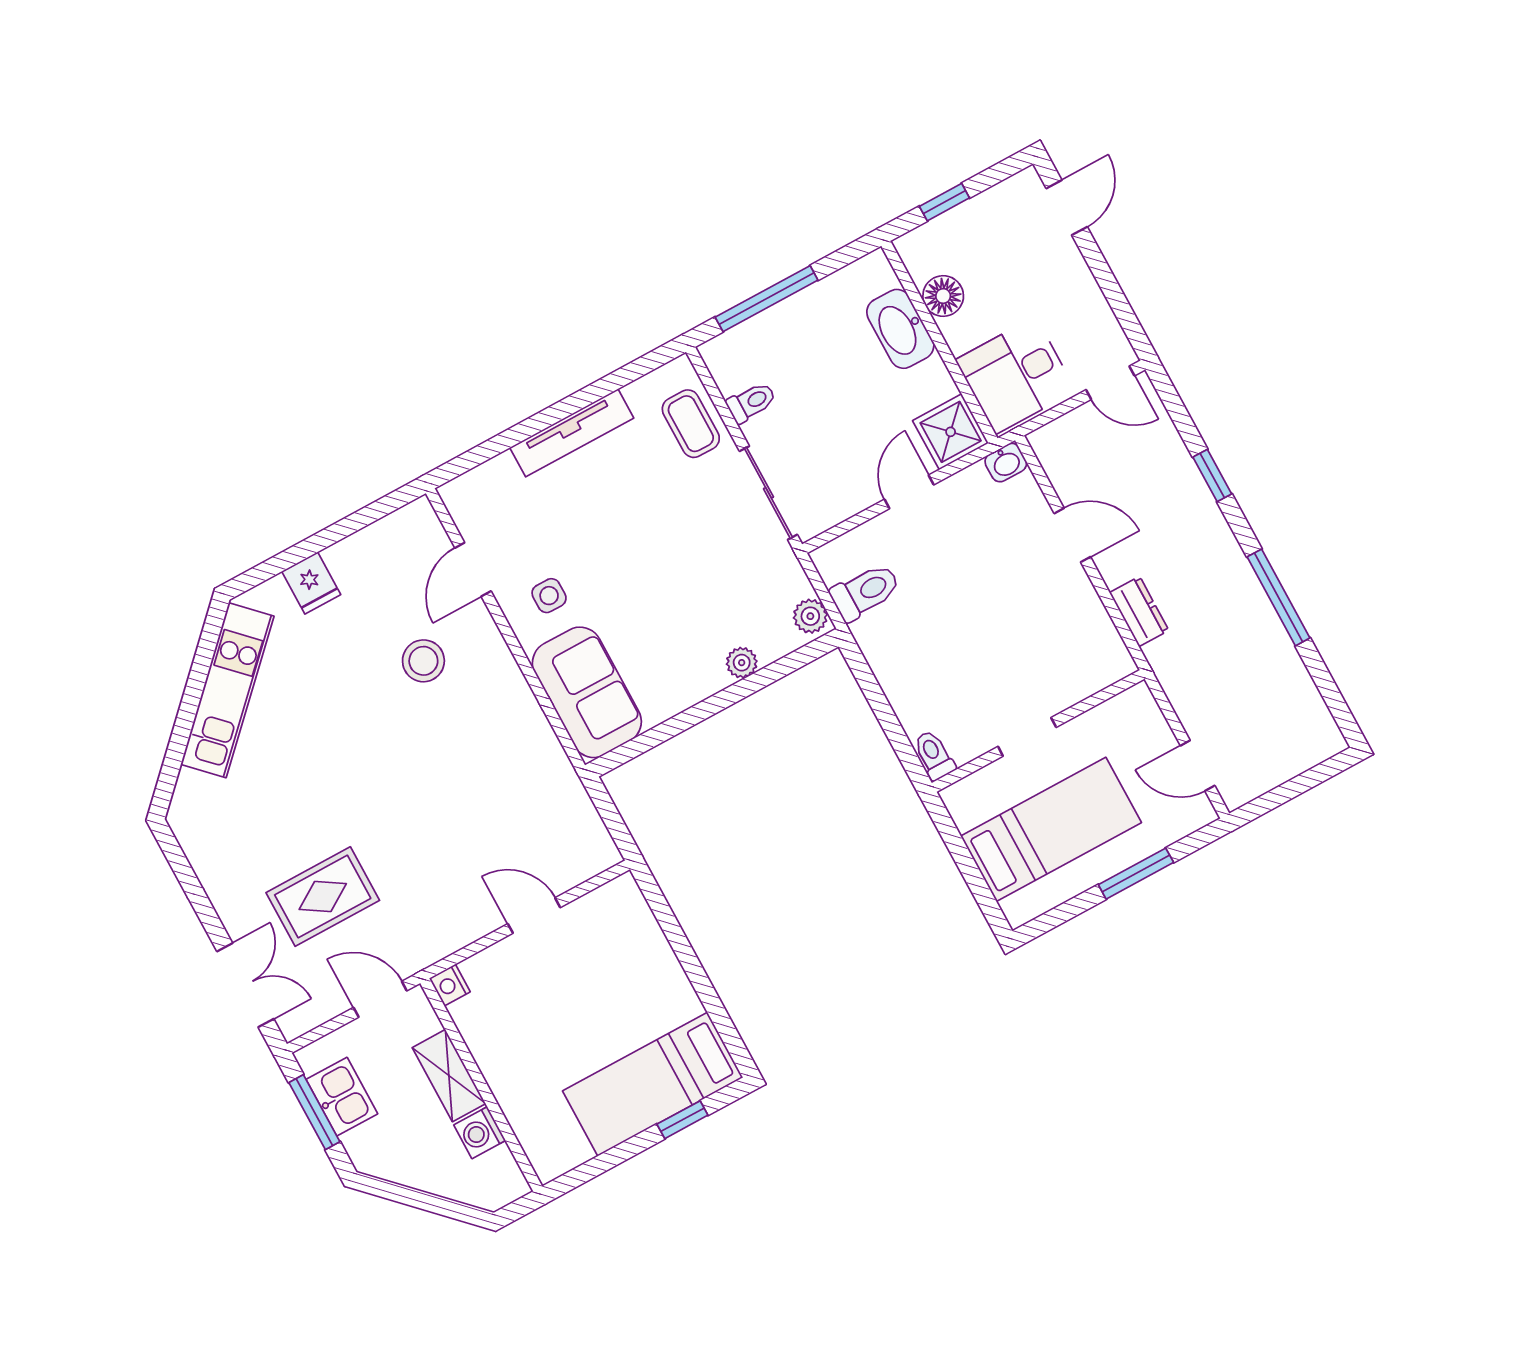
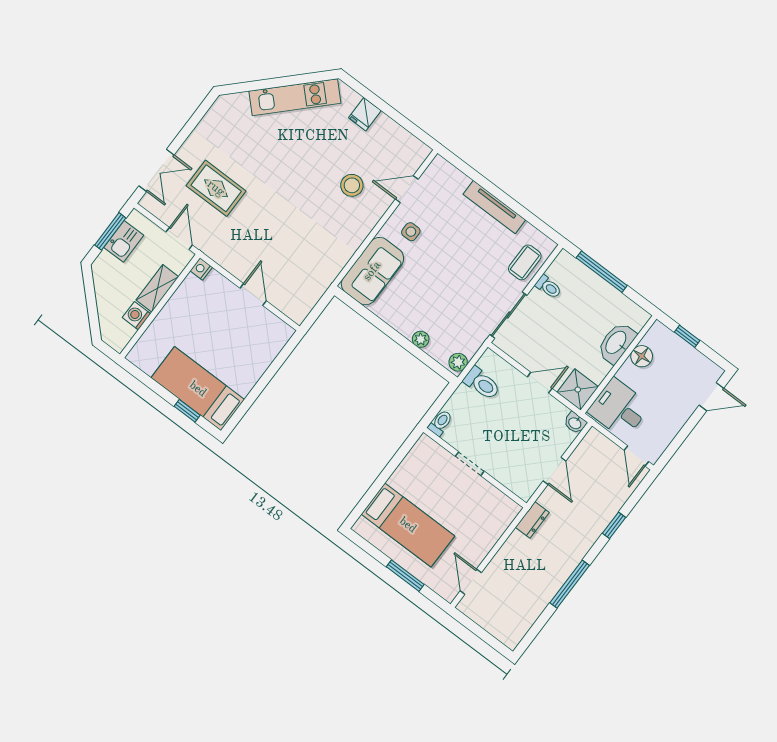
wall: (1038, 731) -> (475, 468), moved
doorway: (1027, 737) -> (470, 464), moved
toilet: (934, 755) -> (440, 423), moved

